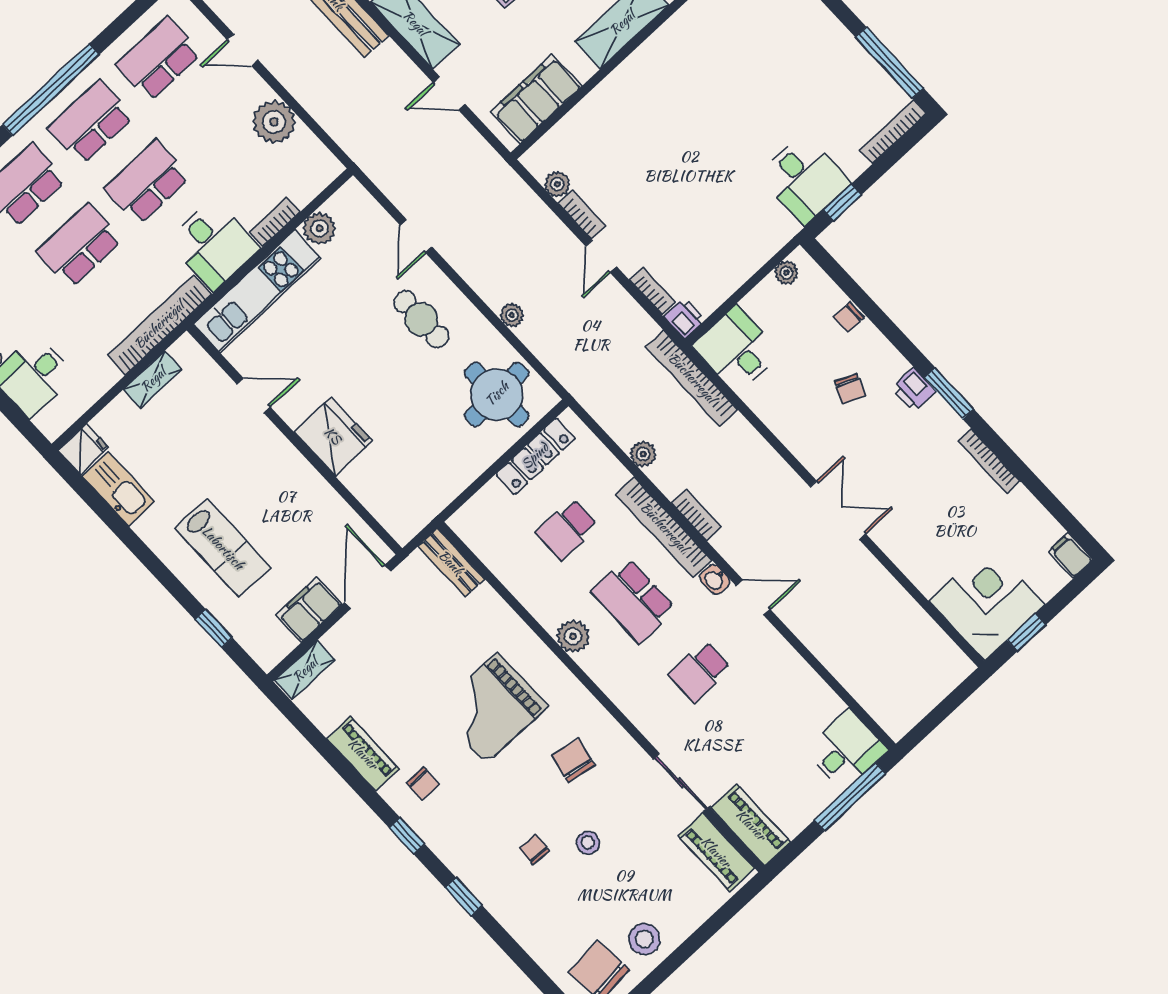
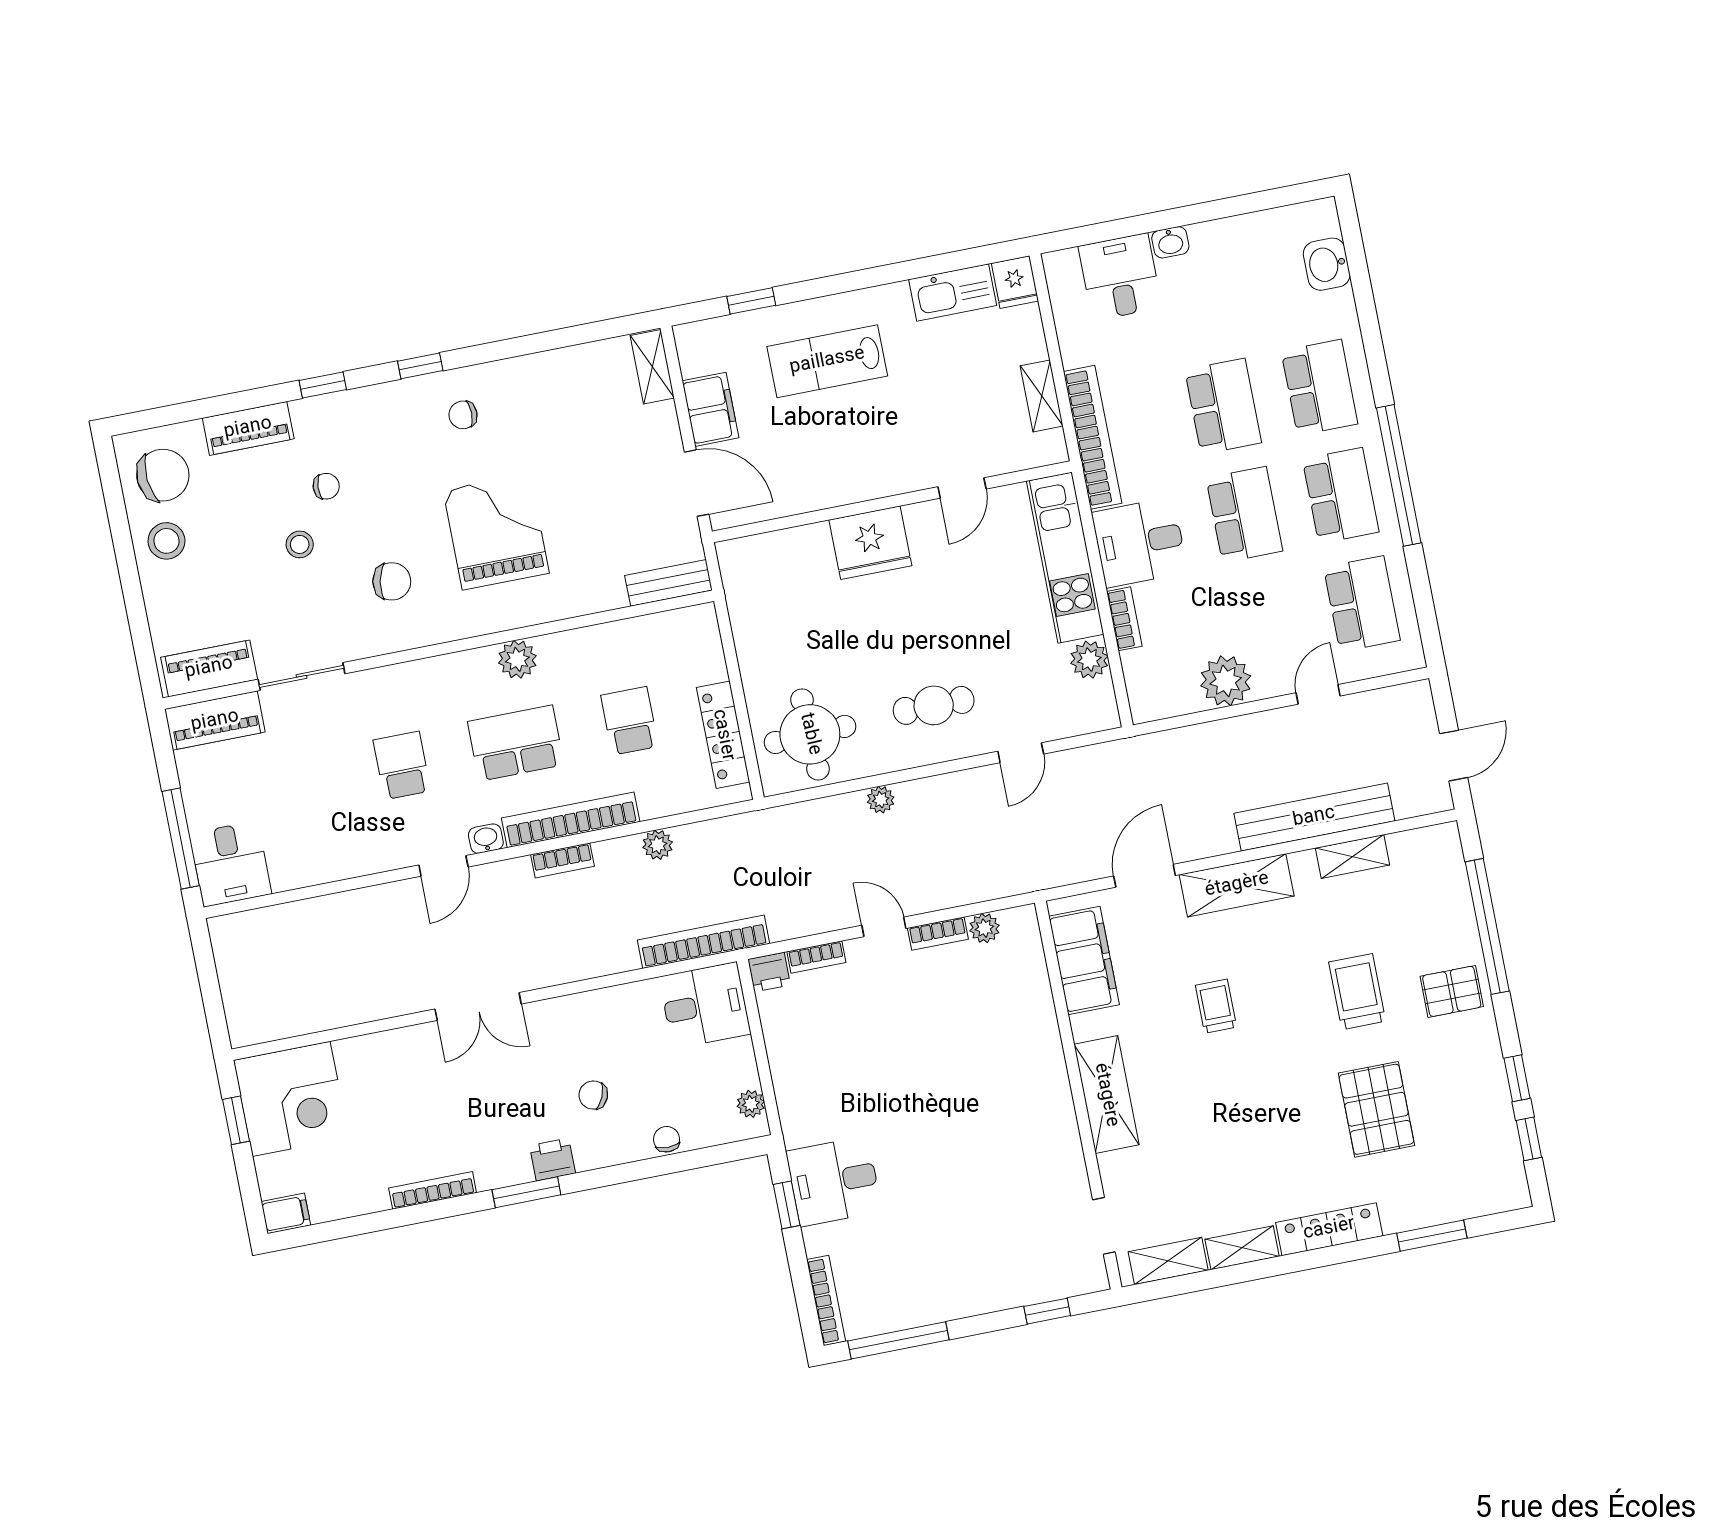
door: (449, 93) -> (1145, 876), width x1.38
door: (416, 236) -> (1021, 753), swing flipped
piano: (363, 754) -> (248, 428), moved

